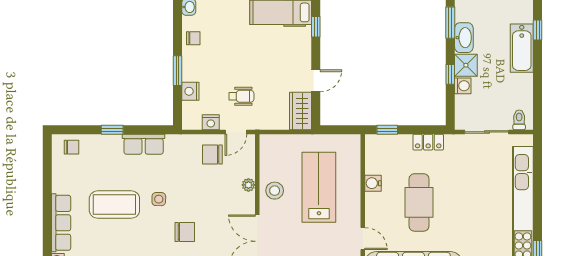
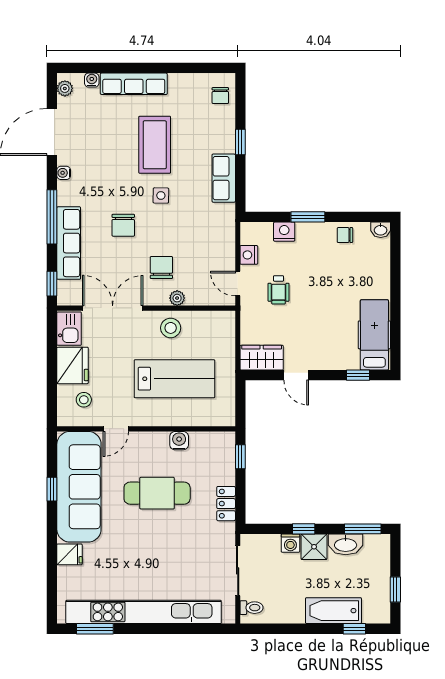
chair: (193, 38) -> (345, 235), turned 90
chair: (212, 154) -> (161, 268), moved

